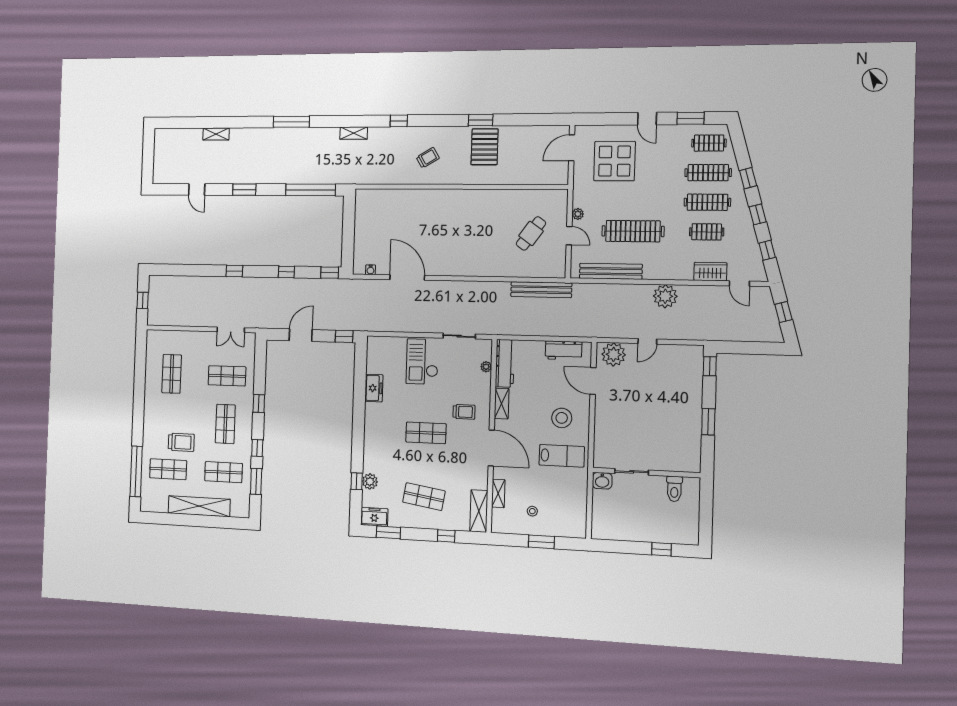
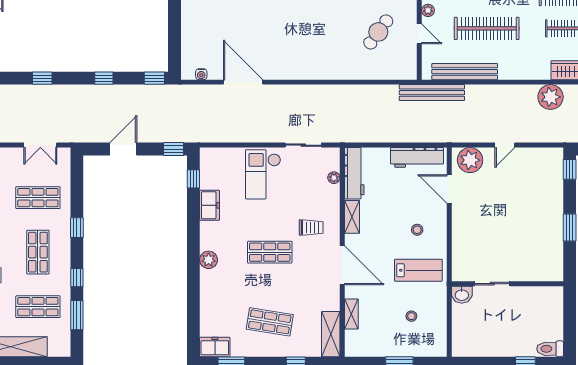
bench: (541, 290) -> (432, 93), moved
plant: (665, 296) -> (551, 97), moved
workbench: (564, 350) -> (417, 157), width x1.38
stool: (562, 418) -> (417, 230), width x0.53, depth x0.53
window: (357, 481) -> (193, 179), moved
plant: (370, 481) -> (209, 260), moved
toilet: (674, 489) -> (550, 349), moved, turned 90
stool: (532, 511) -> (411, 316), moved

